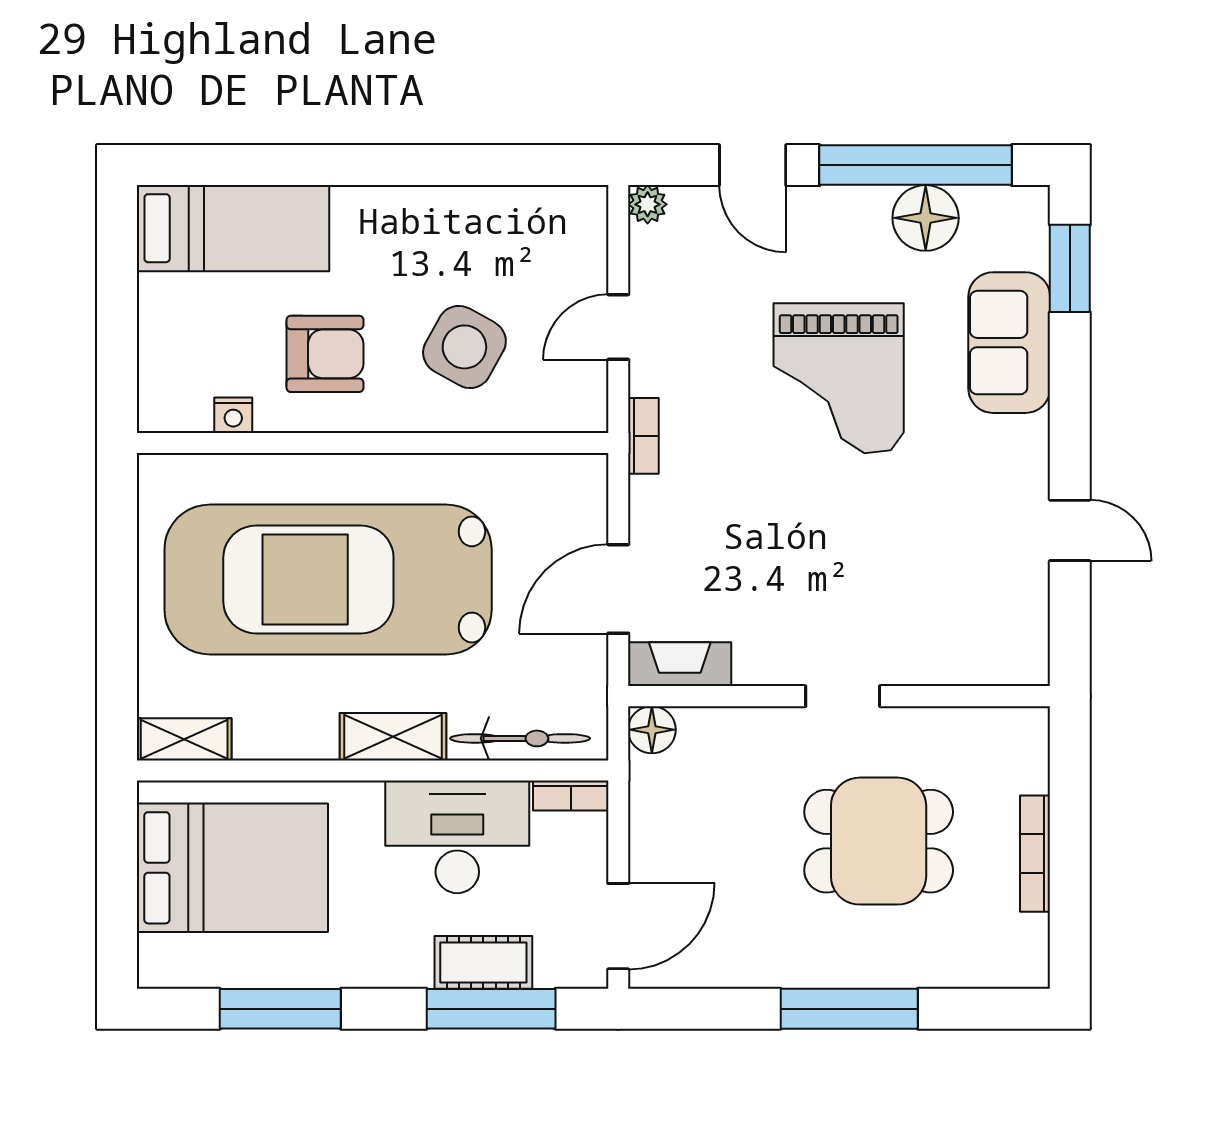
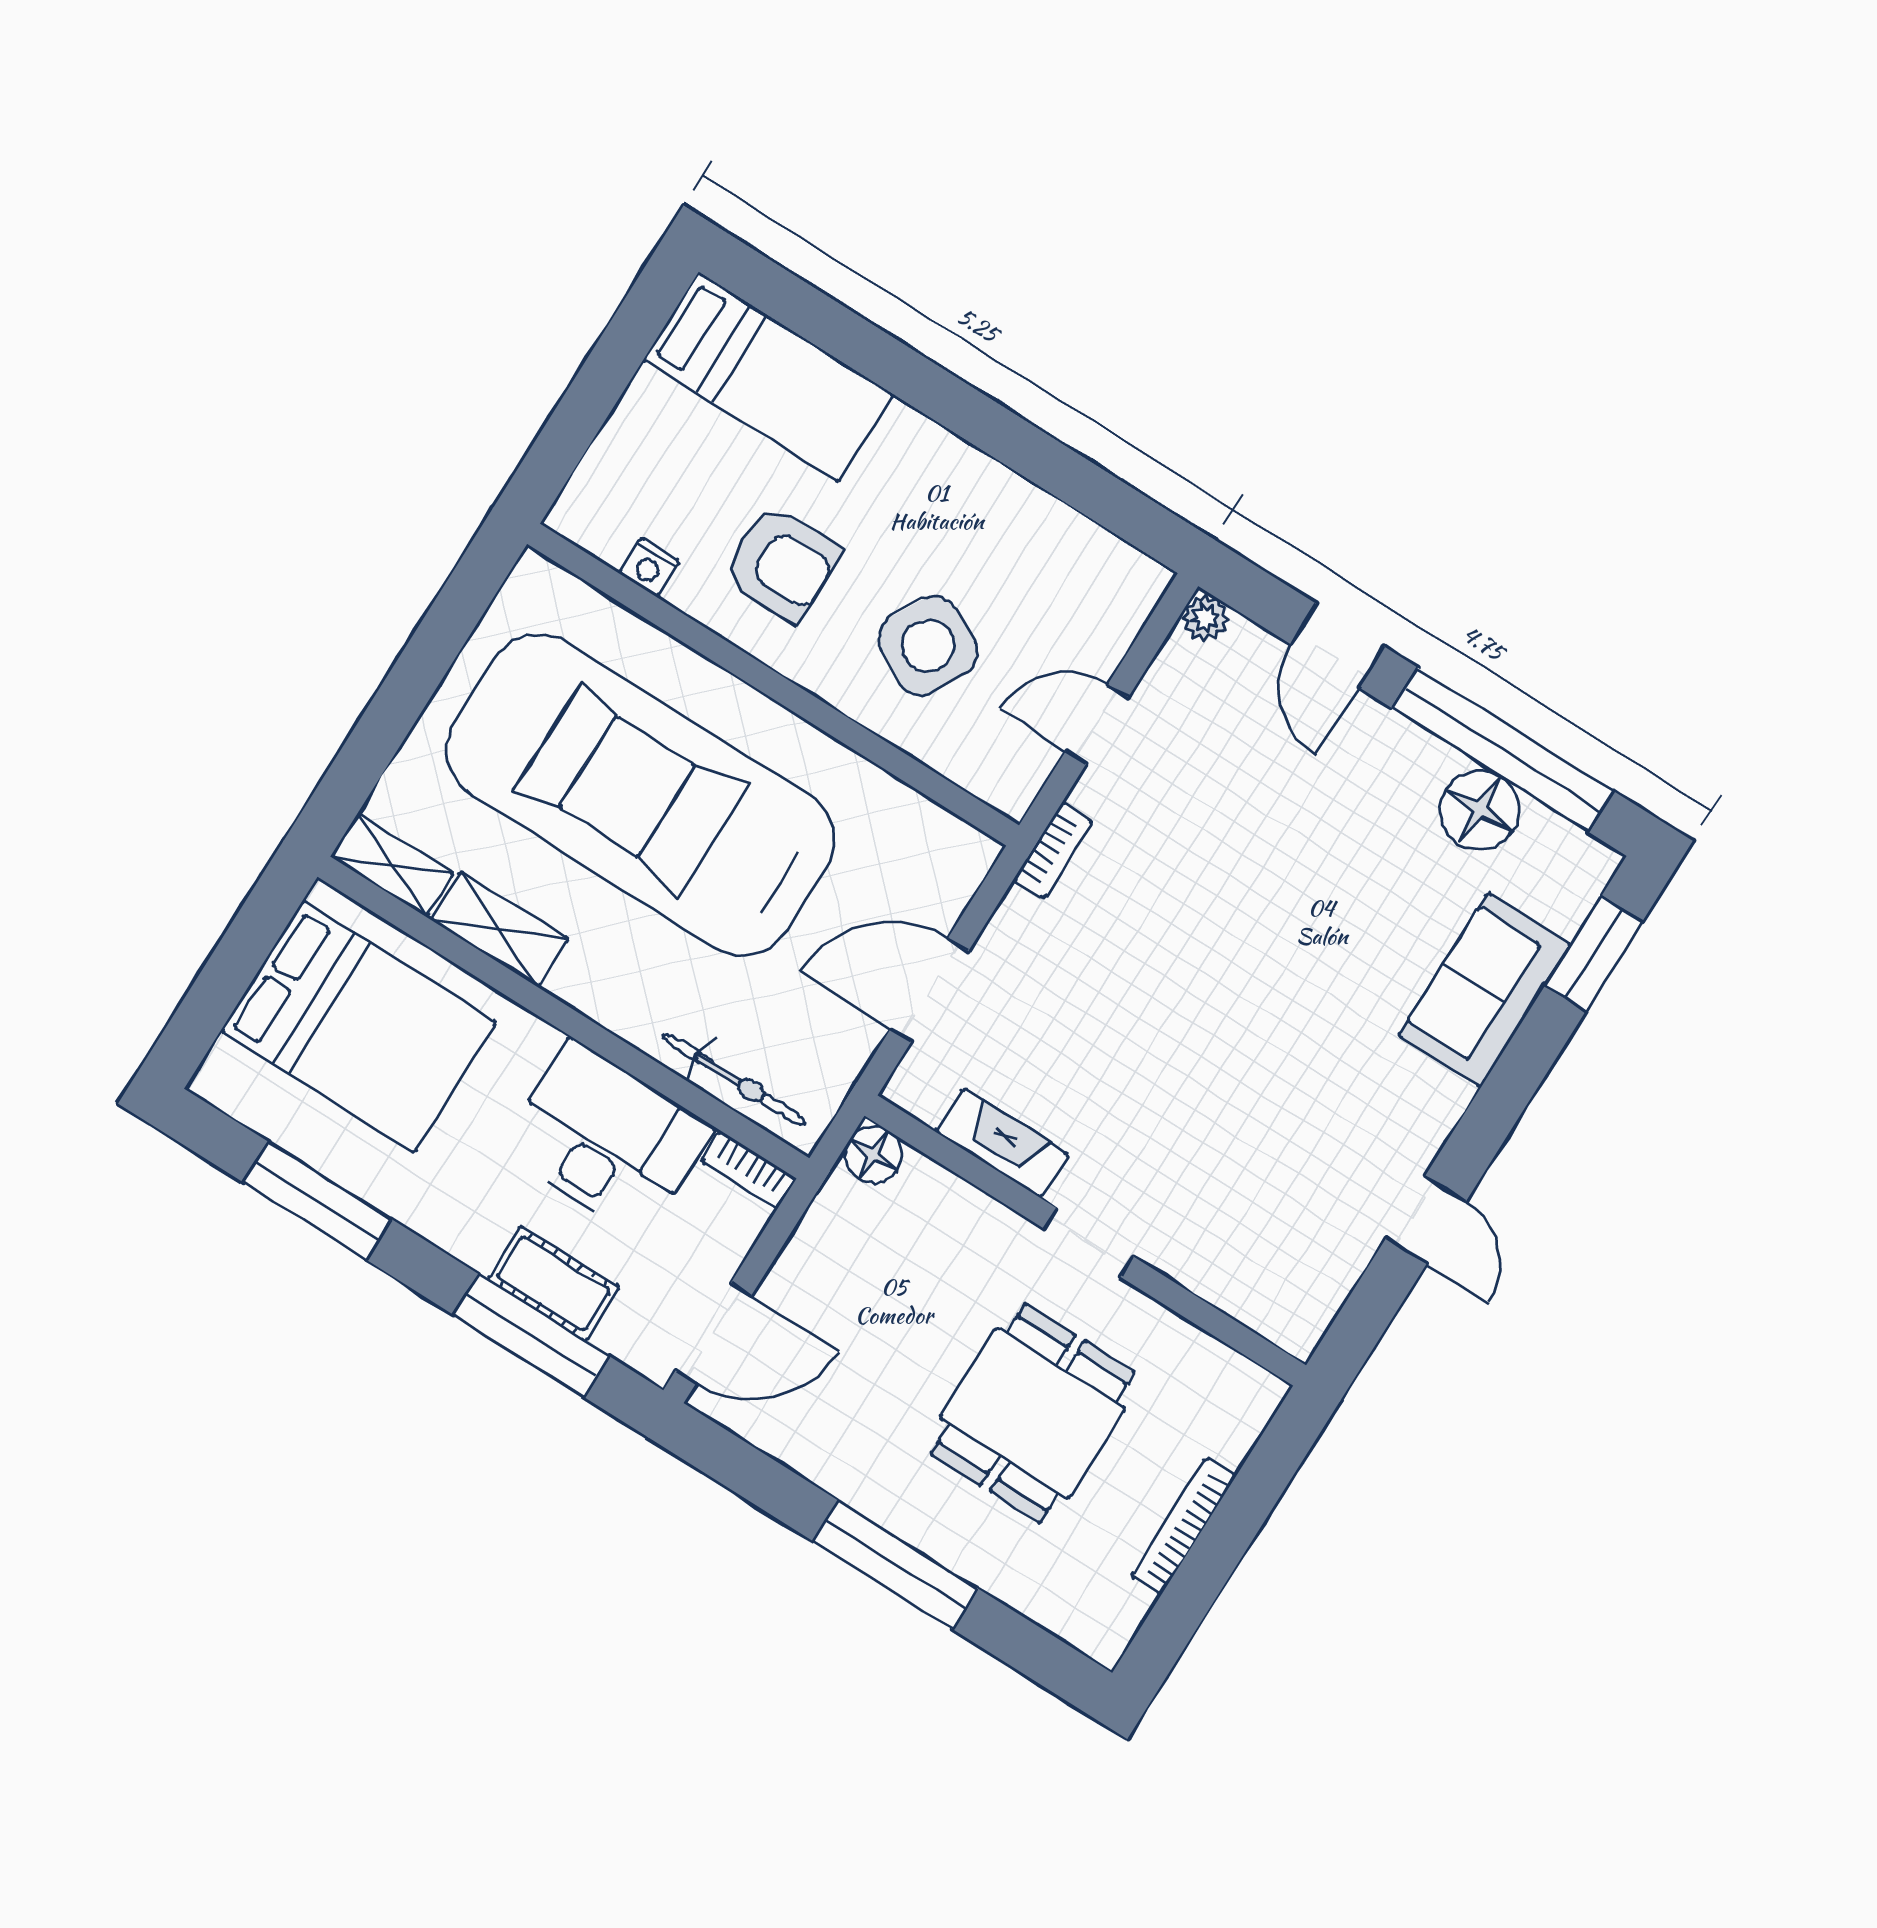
grand piano: (839, 378) -> (1288, 917), removed
fireplace: (680, 664) -> (1002, 1143), moved
shelving: (393, 737) -> (500, 929), moved
dining table: (879, 841) -> (1033, 1413), turned 90

